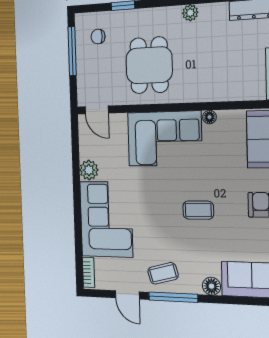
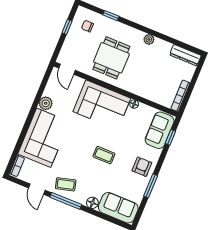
window: (72, 51) -> (67, 27), width x0.46

